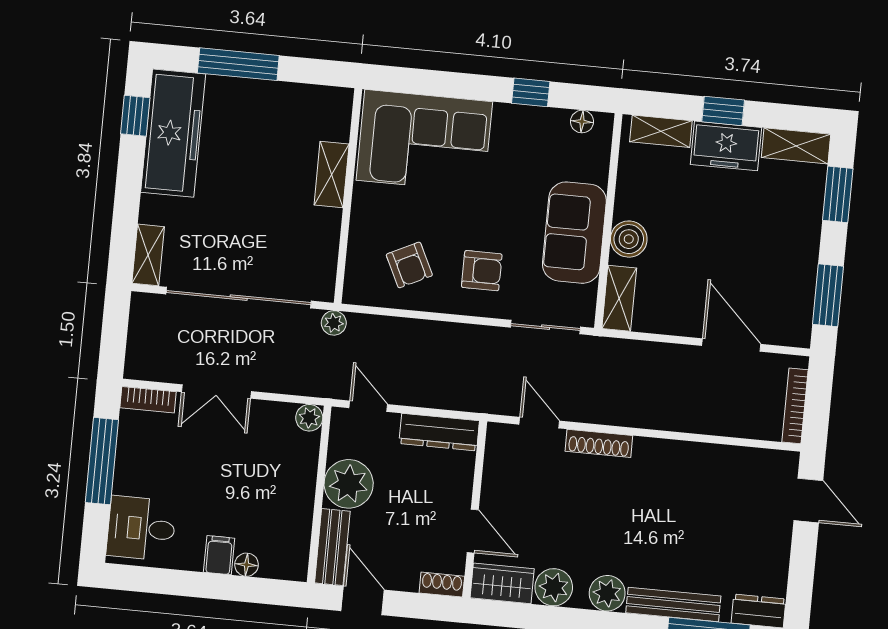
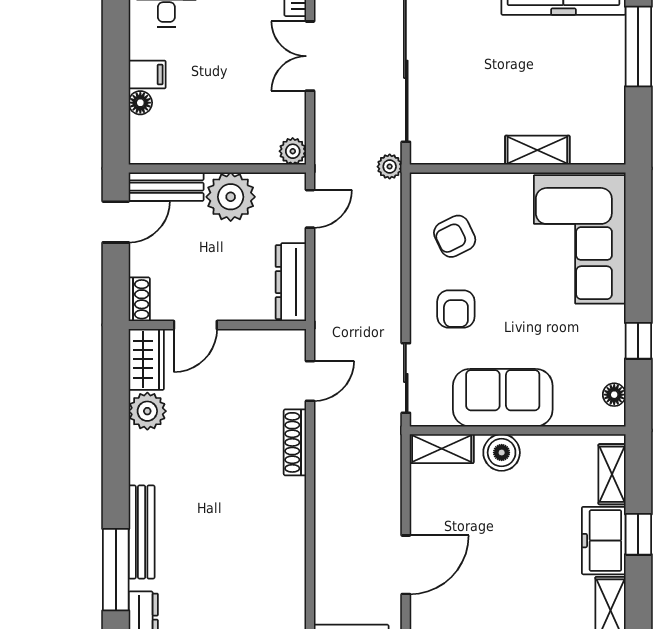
plant: (607, 593) -> (146, 465), removed

